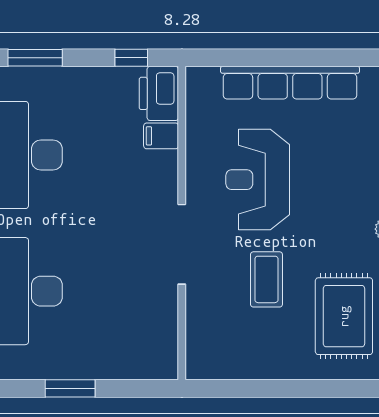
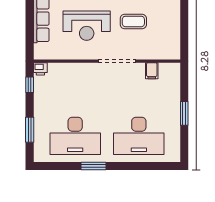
printer: (159, 93) -> (40, 69), width x0.53, depth x0.68
filing cabinet: (161, 136) -> (152, 71), moved

